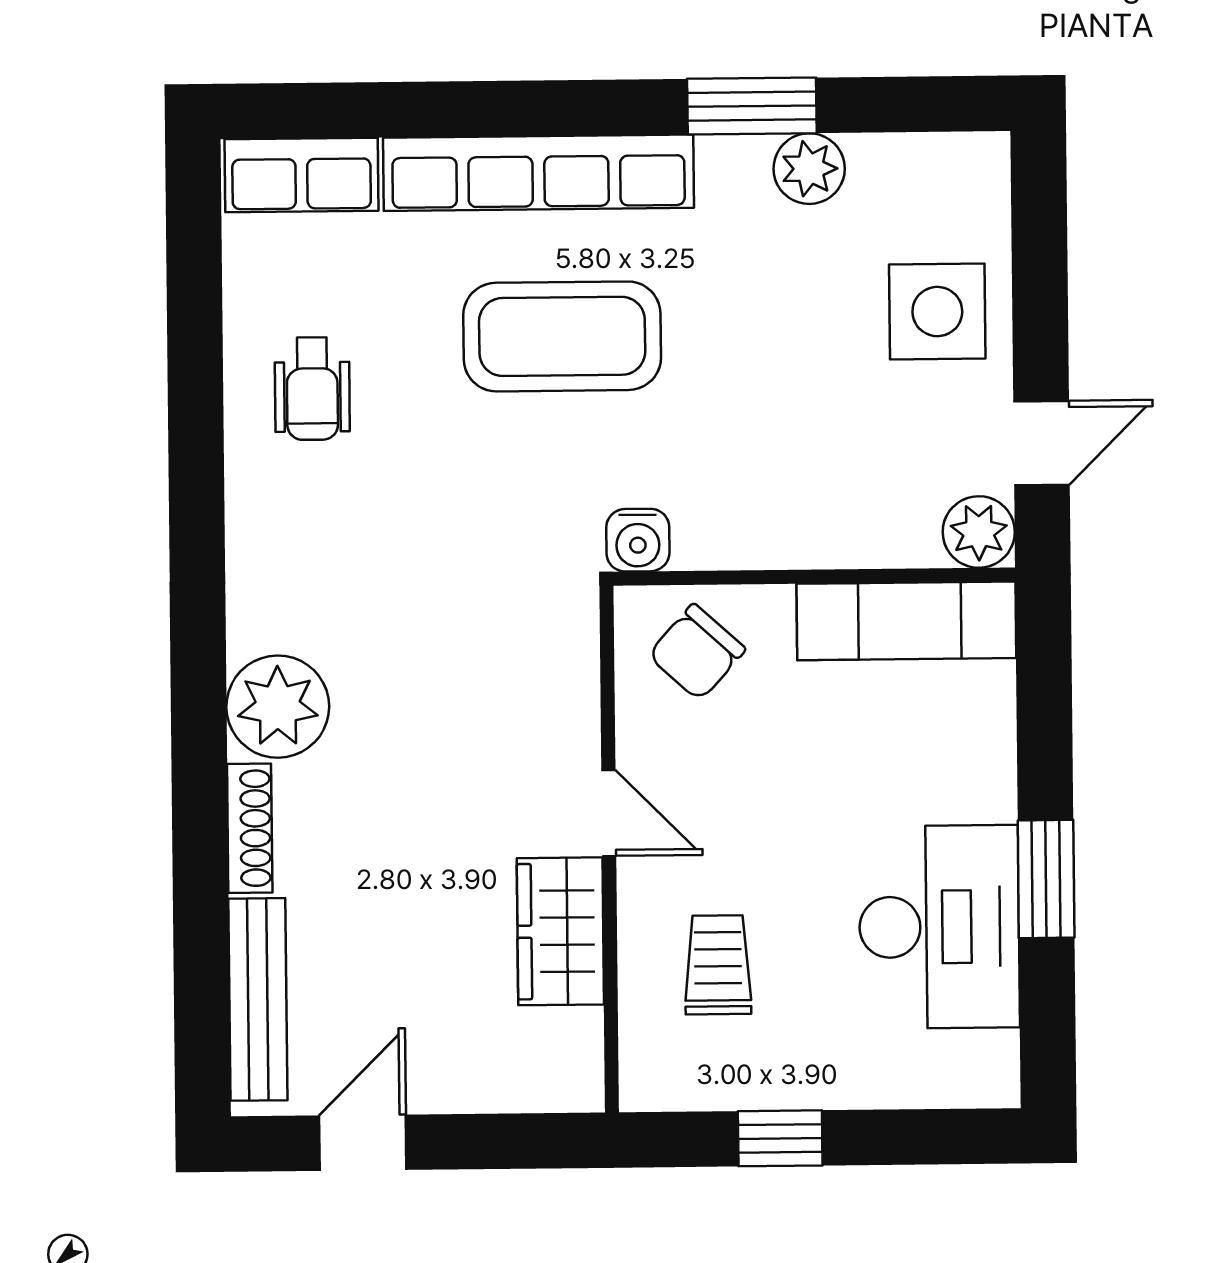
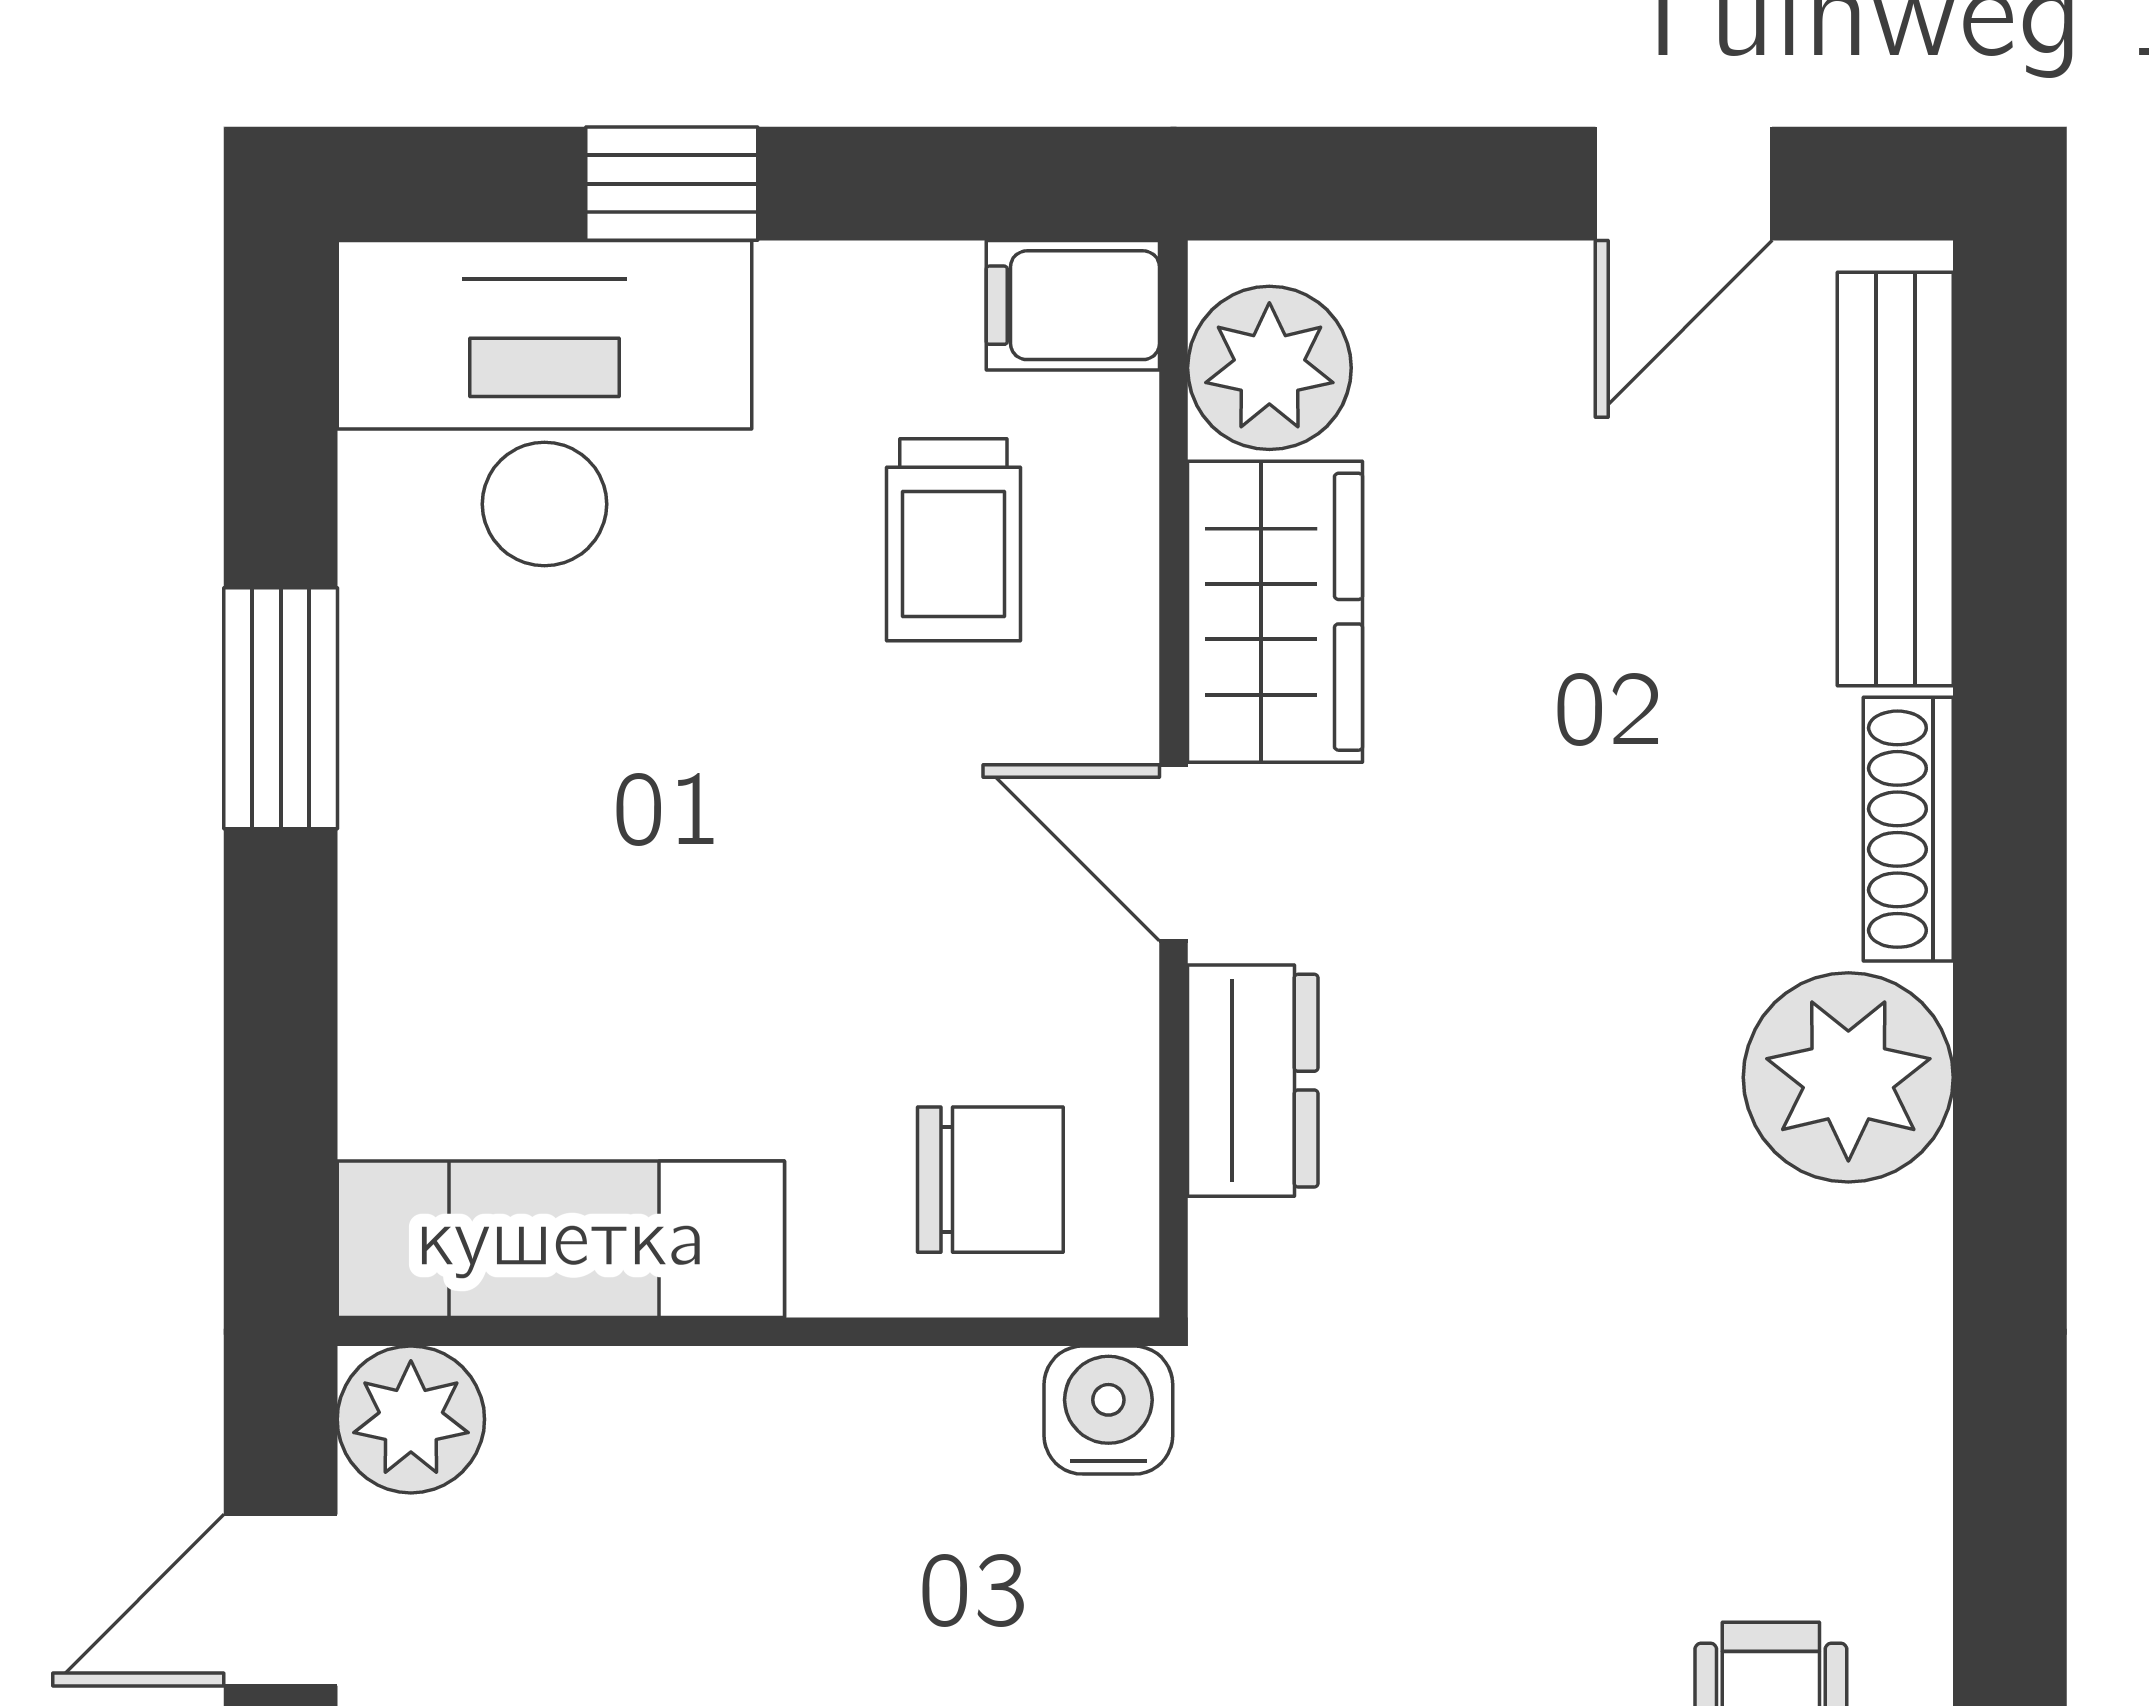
chair: (697, 652) -> (990, 1180), turned 48
dresser: (569, 702) -> (1253, 1081), added
desk: (939, 927) -> (544, 403), moved, turned 90
plant: (564, 1050) -> (1269, 368), added
filing cabinet: (661, 1080) -> (1073, 305), added
window: (780, 1138) -> (672, 184), moved

